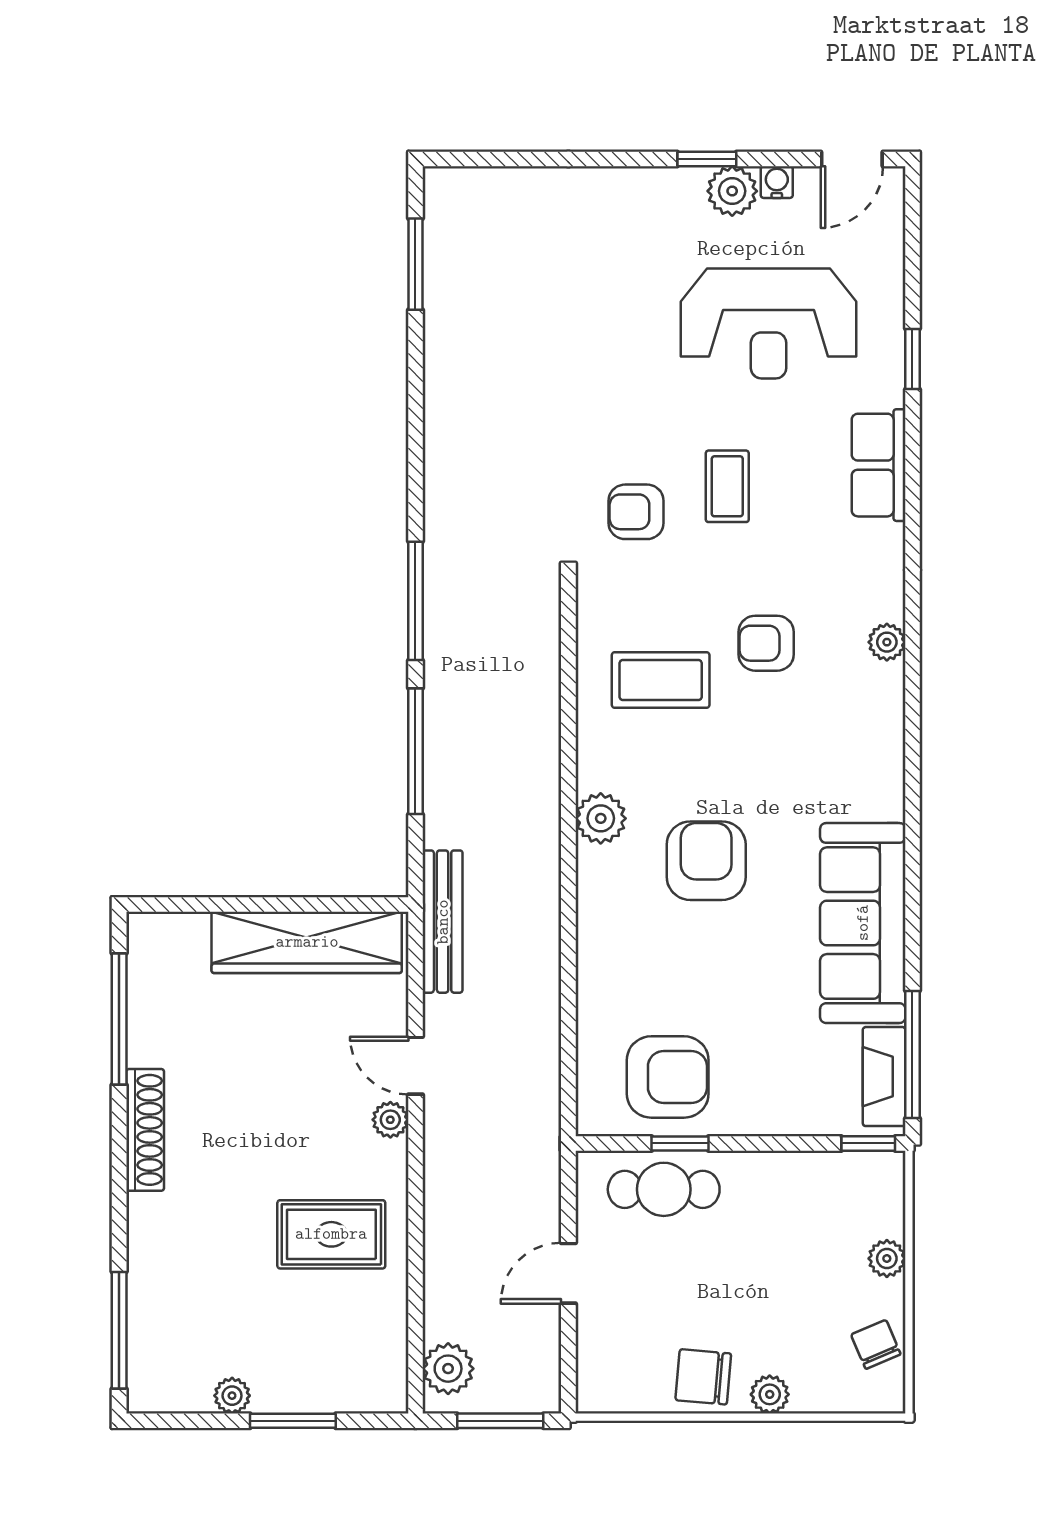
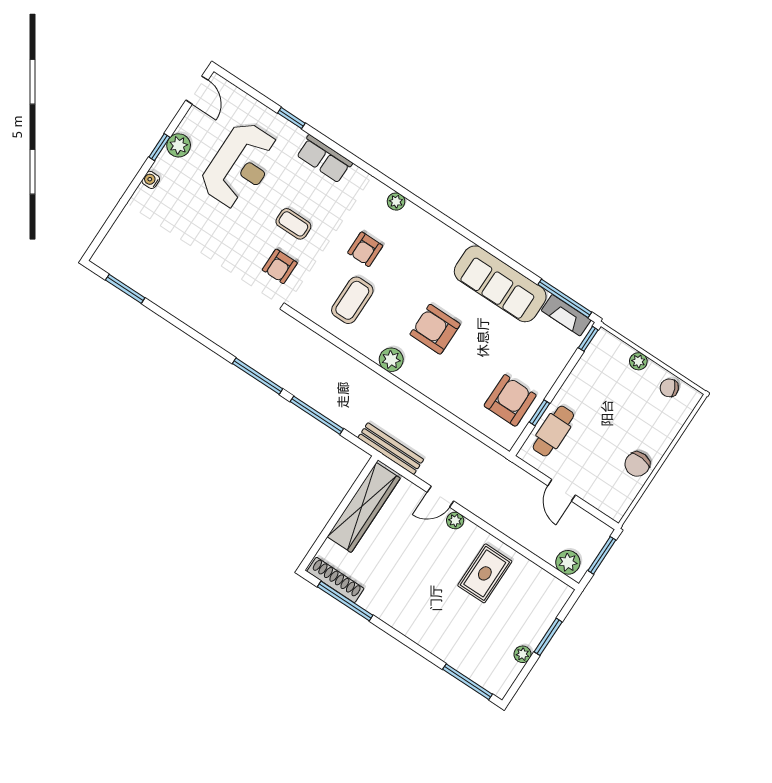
water cooler: (777, 182) -> (151, 180), moved
shoe rack: (145, 1130) -> (335, 580), moved
plant: (770, 1394) -> (661, 443), removed

